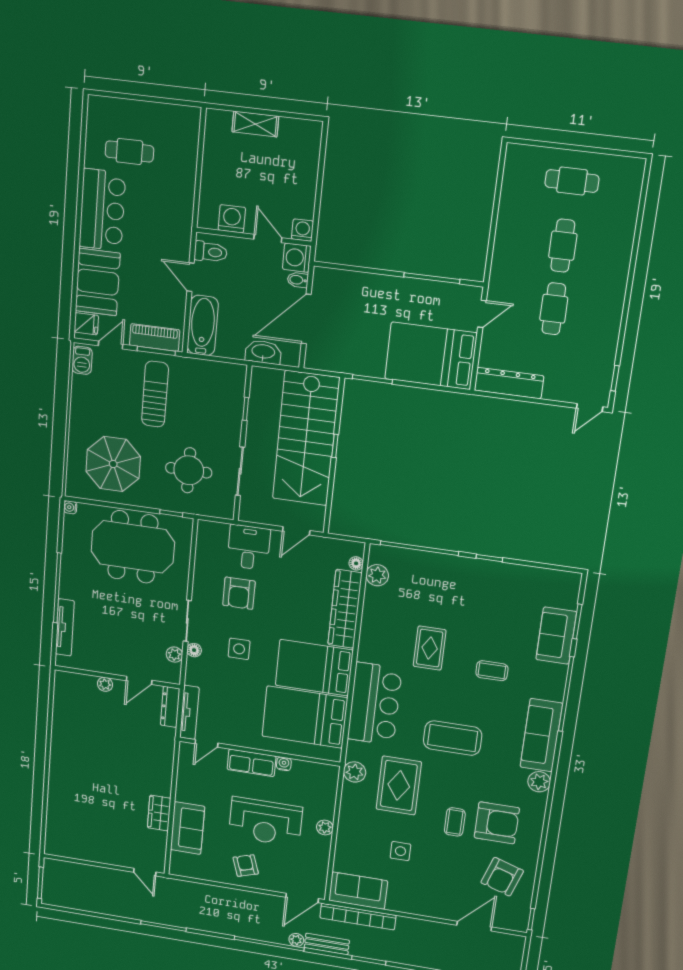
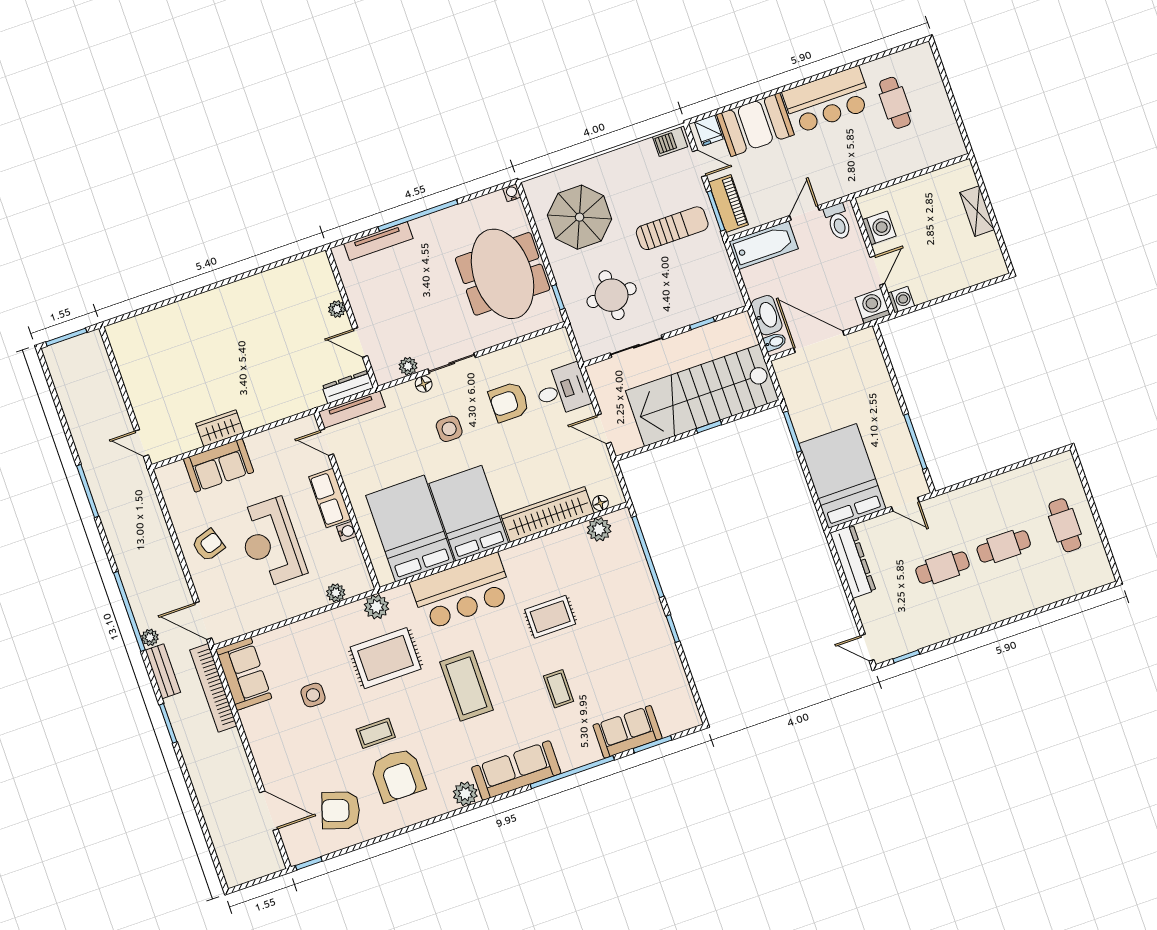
bidet: (298, 280) -> (775, 342), moved, turned 90
plant: (325, 828) -> (336, 593), moved
door: (145, 872) -> (141, 443), hinge flipped

